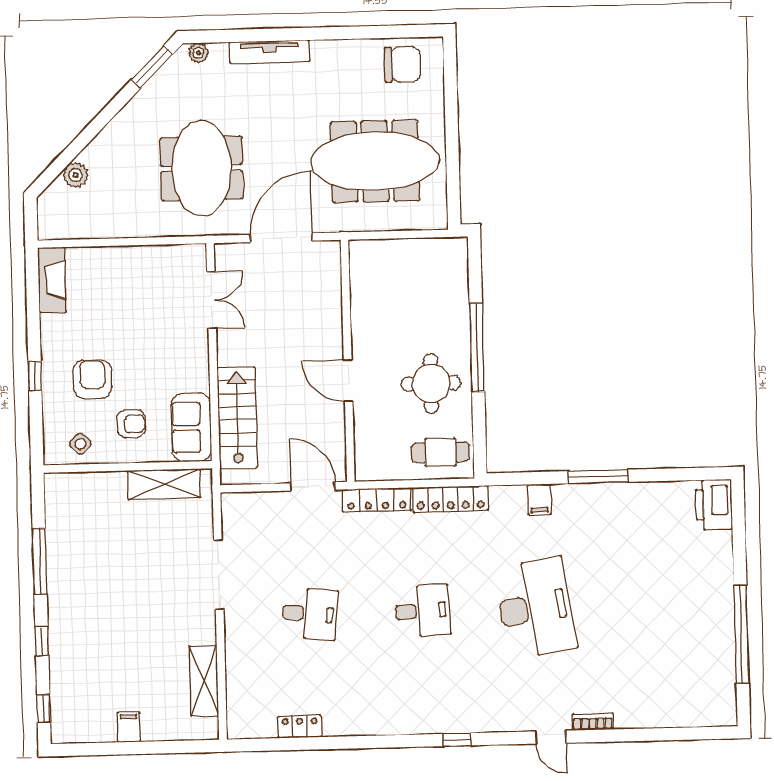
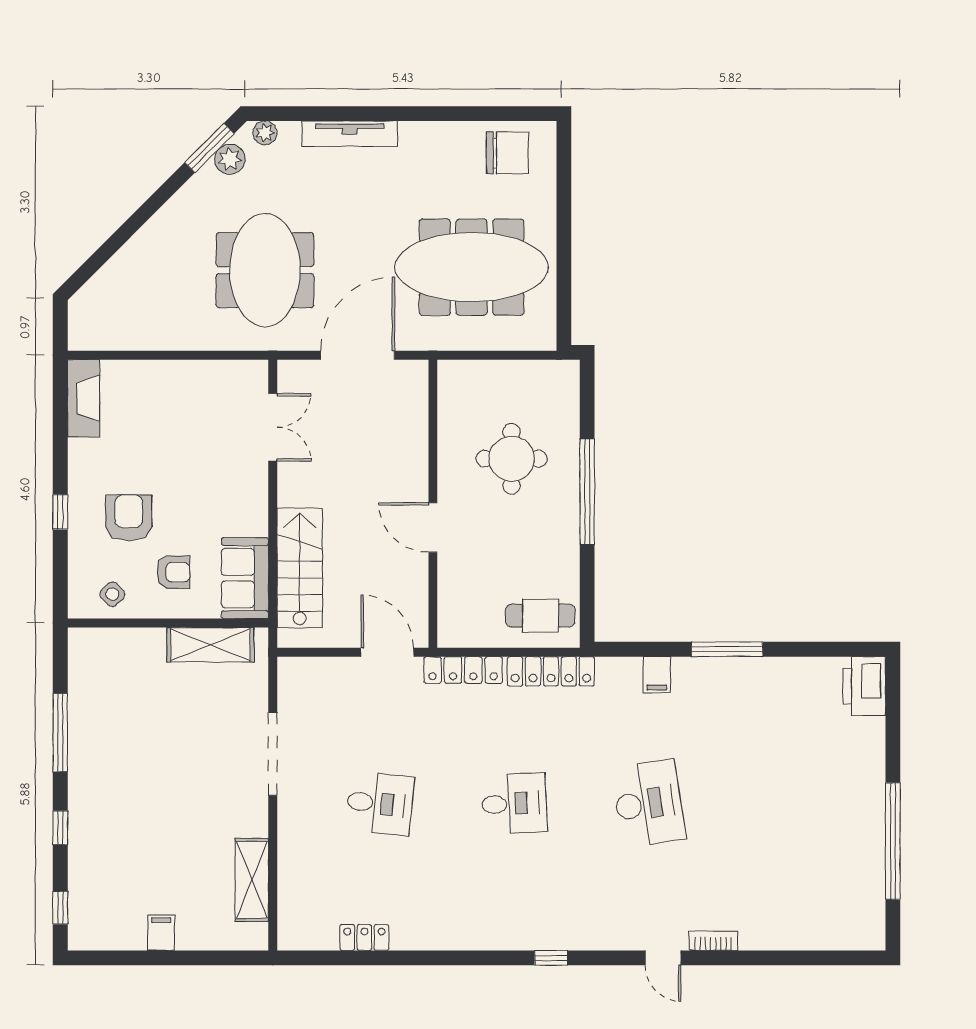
plant: (75, 175) -> (230, 159), moved
round table: (431, 383) -> (512, 459), moved
desk: (535, 608) -> (648, 804), width x0.73, depth x0.77

